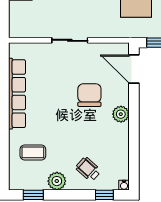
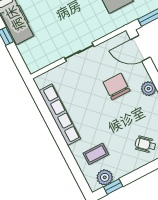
plant: (57, 181) -> (105, 177), moved

